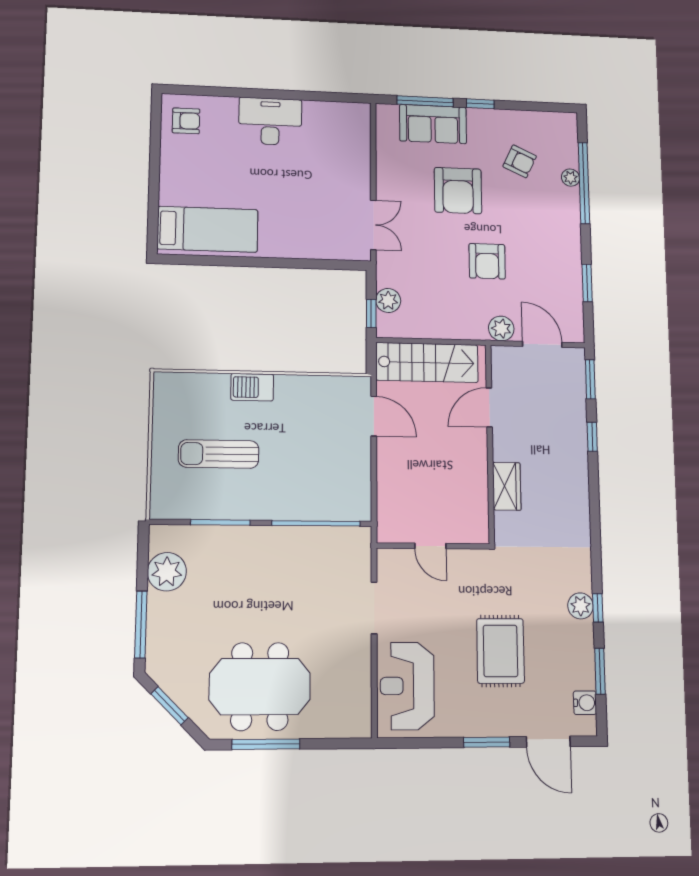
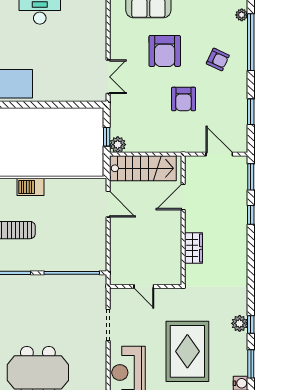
armchair: (520, 161) -> (218, 59), moved
plant: (571, 178) -> (242, 15), moved
plant: (388, 300) -> (118, 145), moved
plant: (501, 328) -> (192, 144), removed
rug: (500, 651) -> (187, 351), width x1.37, depth x1.44

